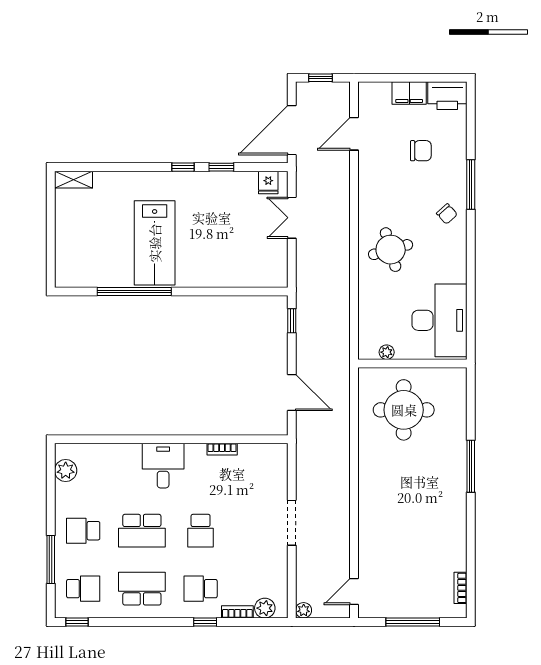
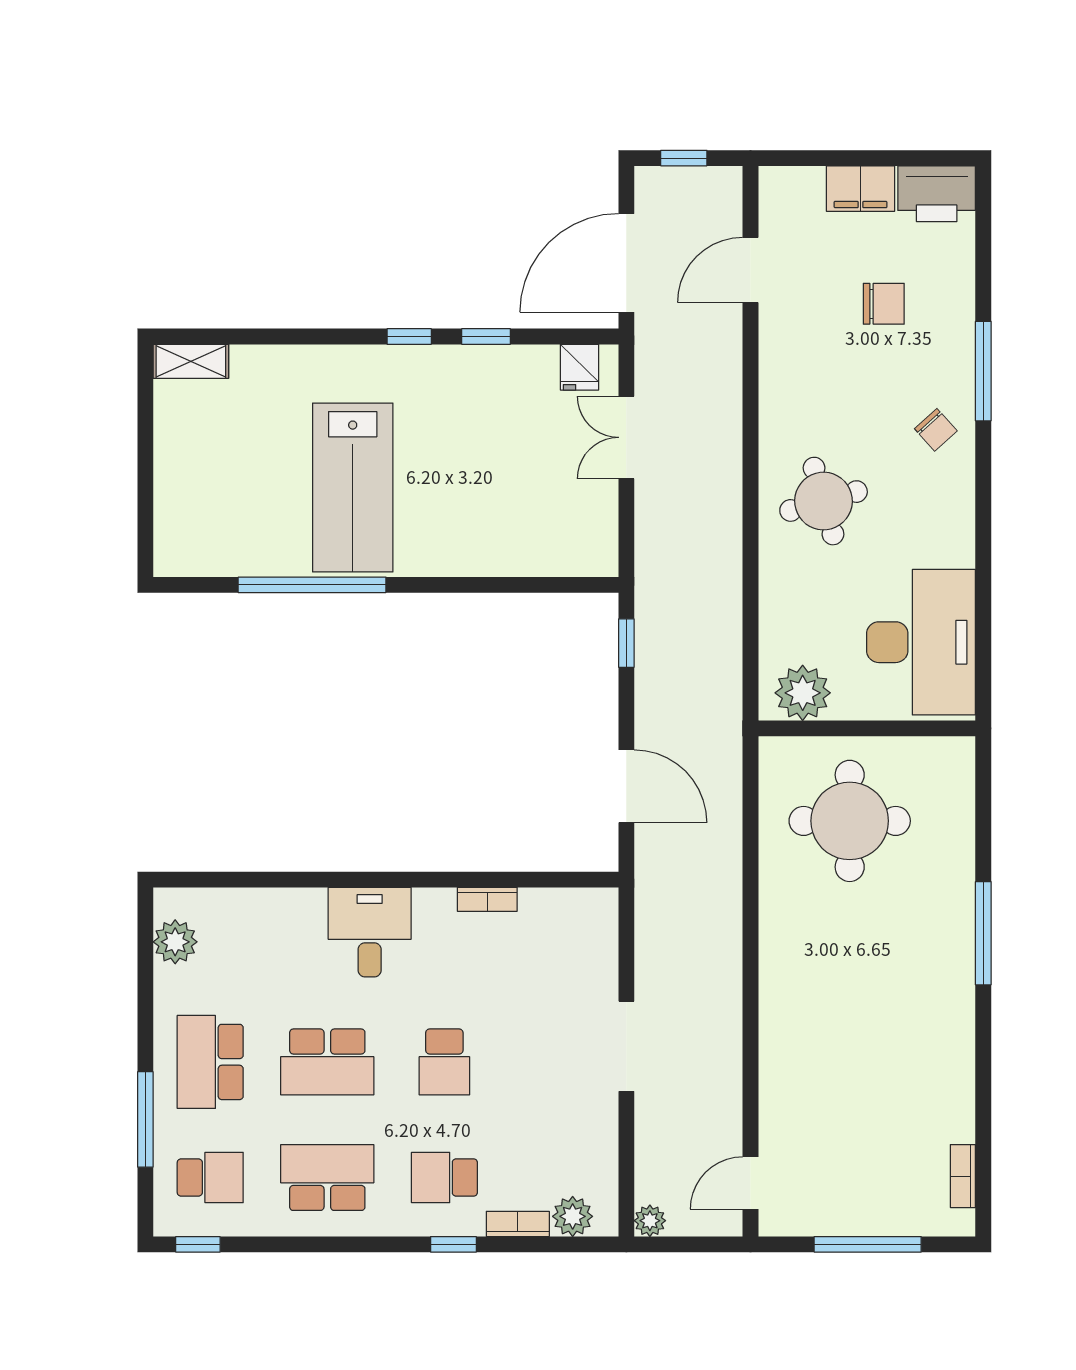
plant: (387, 352) -> (803, 693), width x1.87, depth x1.87
school desk: (83, 531) -> (210, 1062), width x1.85

